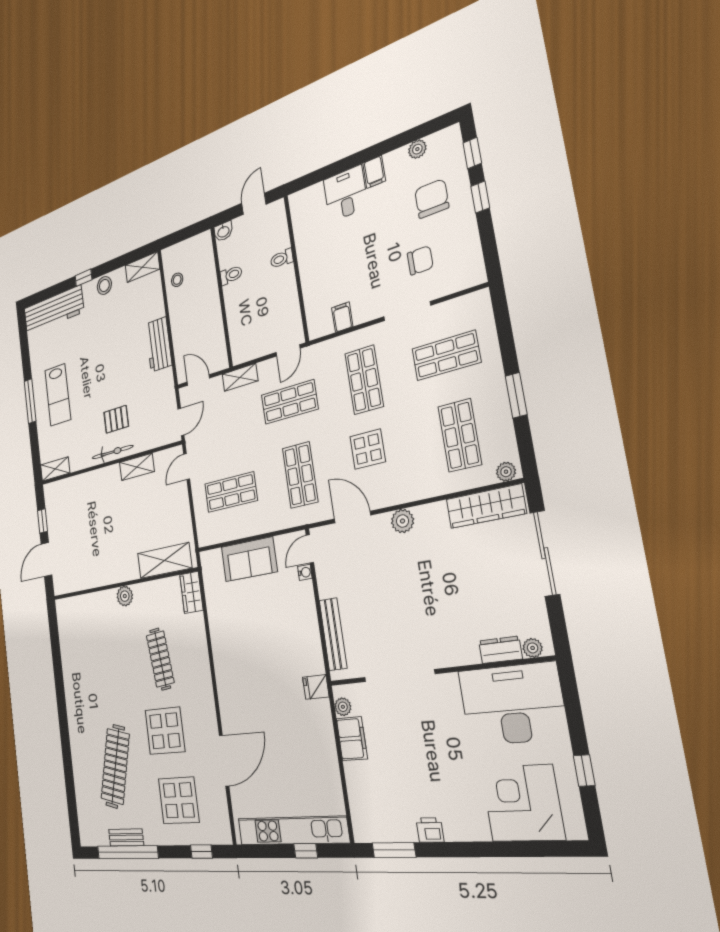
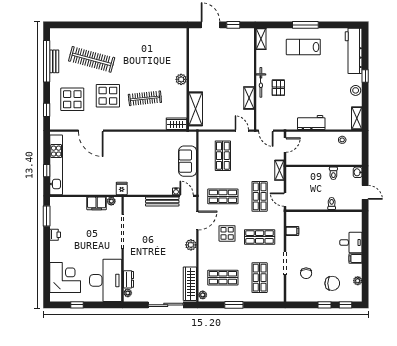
bench: (333, 634) -> (162, 202), moved

